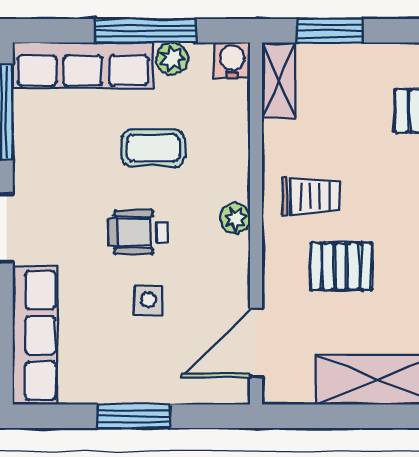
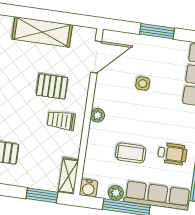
wheelchair: (138, 232) -> (172, 154), moved

